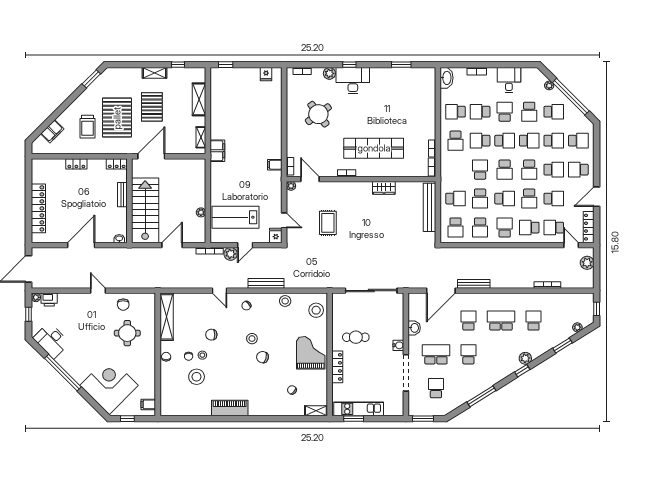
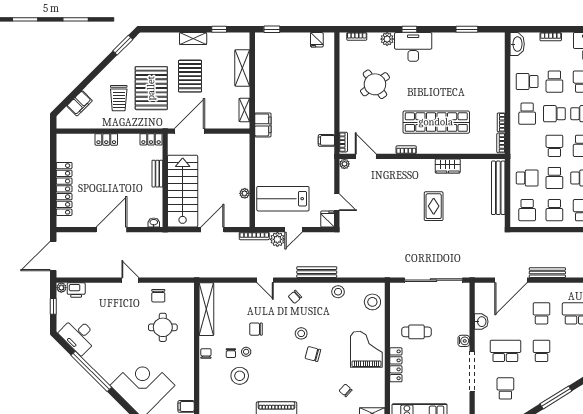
school desk: (480, 112) -> (554, 82), turned -90
rug: (328, 223) -> (434, 206), moved

